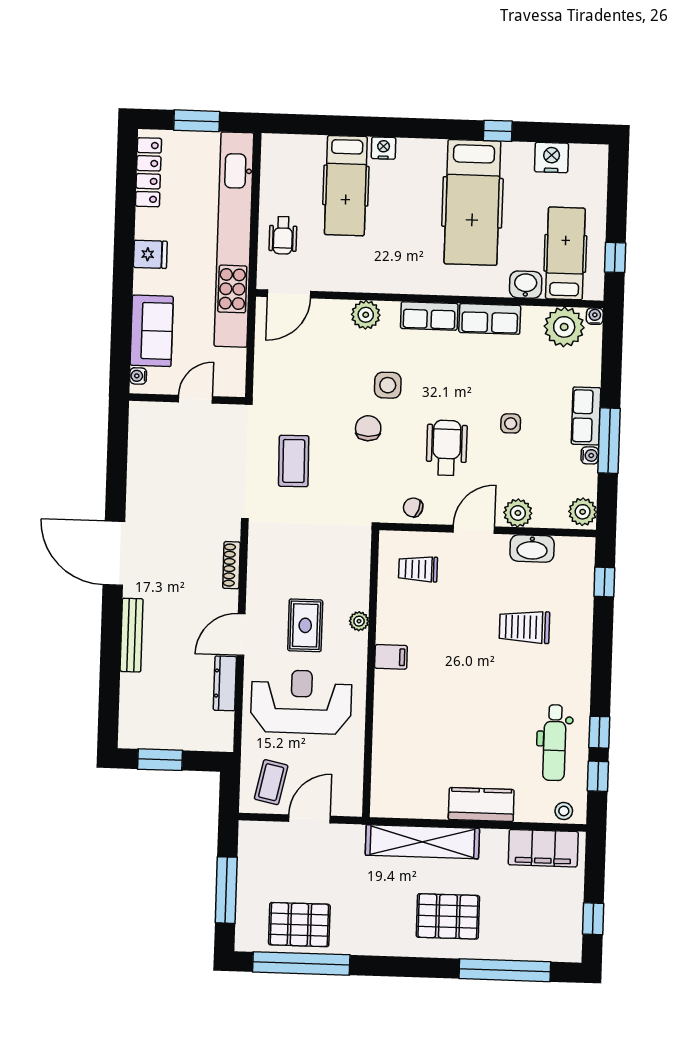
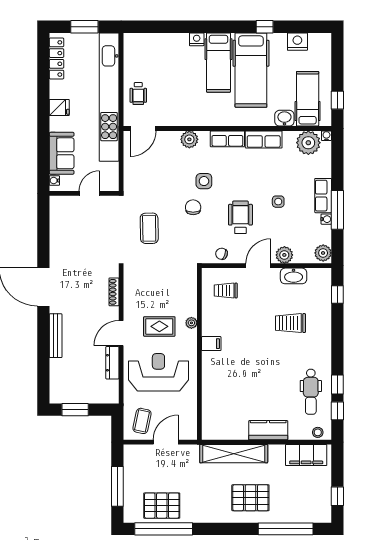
hospital bed: (346, 186) -> (218, 63), moved
rug: (305, 625) -> (159, 326), turned 90

